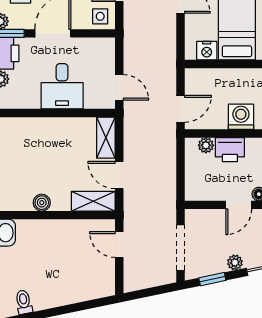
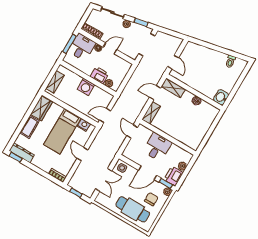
door: (181, 109) -> (105, 116), moved
door: (119, 175) -> (155, 93), swing flipped

